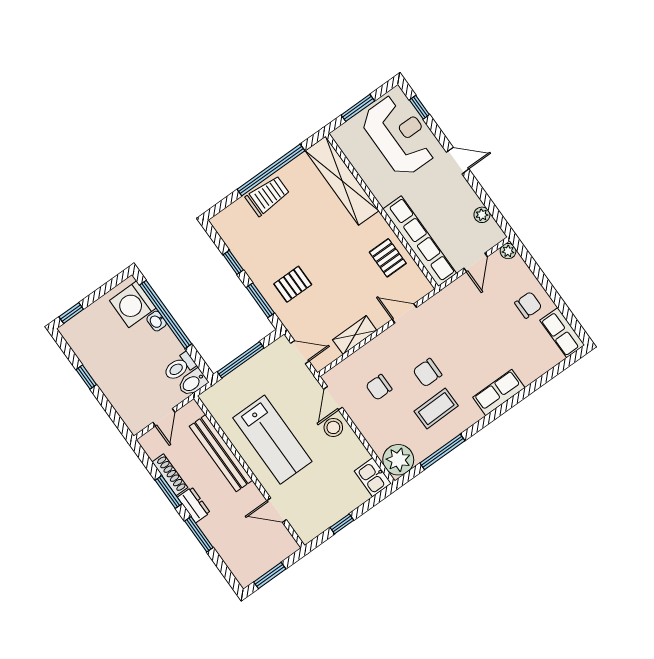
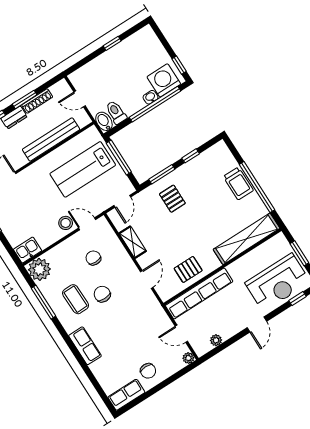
window: (71, 313) -> (179, 65), moved
lab bench: (272, 440) -> (83, 169), moved

